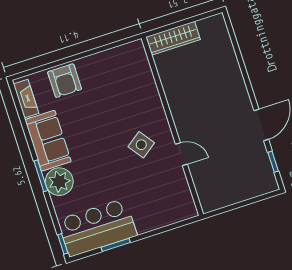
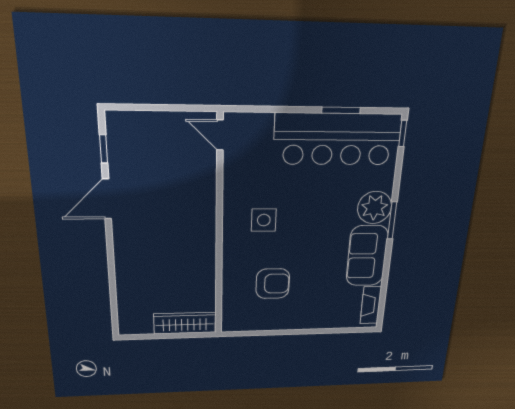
armchair: (65, 81) -> (273, 284), moved, turned 90
side table: (141, 145) -> (264, 220), turned 36
door: (181, 154) -> (220, 135), moved
bar counter: (97, 228) -> (338, 139), width x1.36

